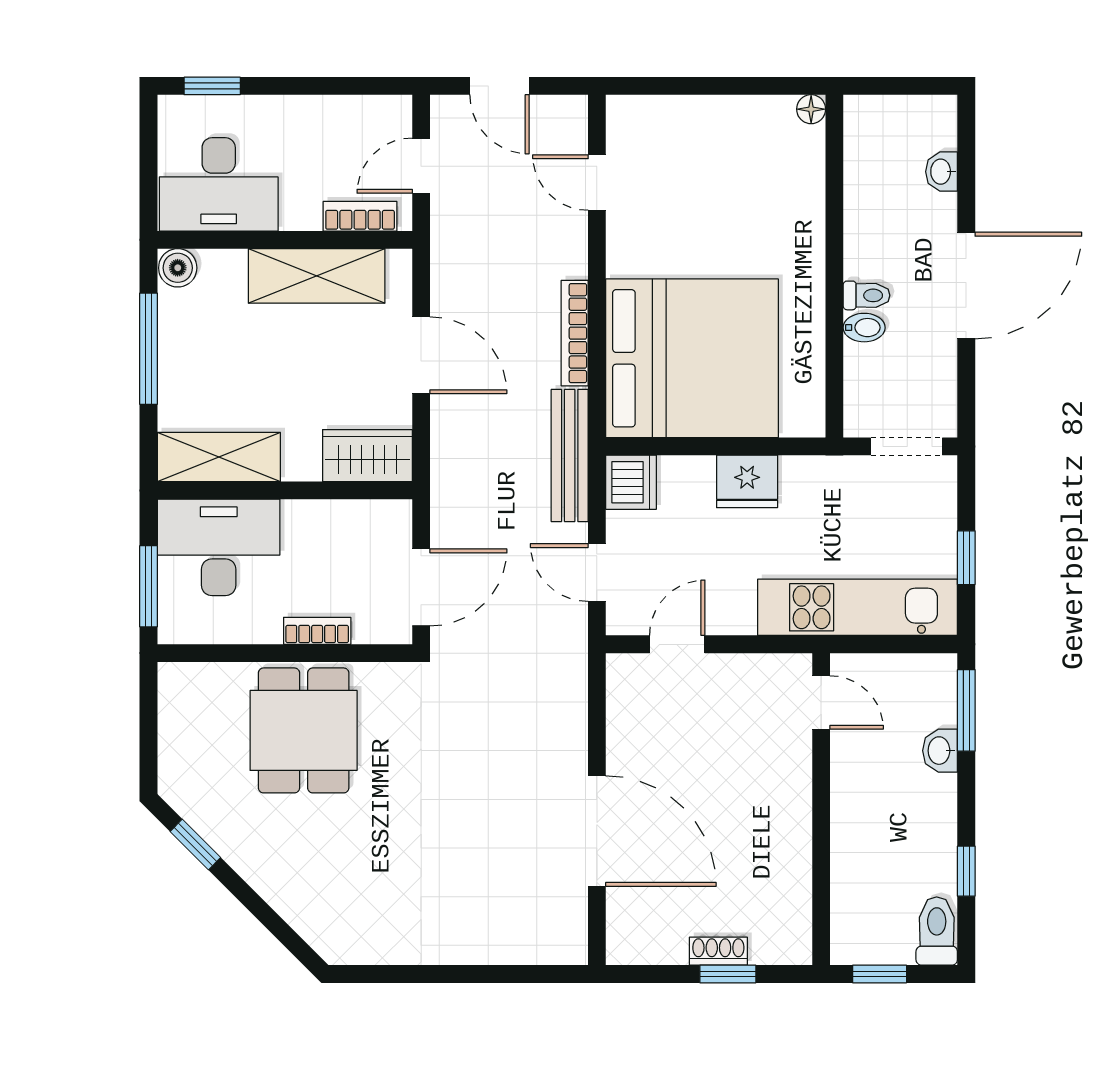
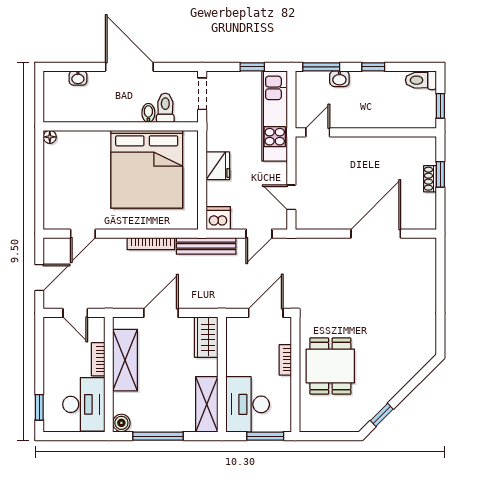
bookcase: (360, 216) -> (98, 359), moved
toilet: (867, 295) -> (165, 108), moved, width x1.37, depth x1.39
bed: (692, 358) -> (147, 169), moved, turned 180
door: (421, 587) -> (266, 313), hinge flipped
dining table: (304, 730) -> (330, 366), turned 90
window: (966, 871) -> (373, 67), moved

